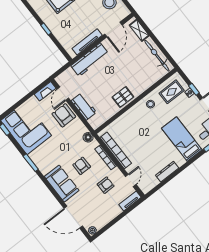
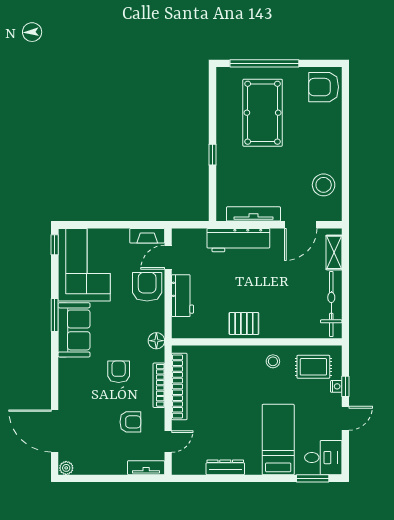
sofa: (62, 183) -> (74, 330), moved

